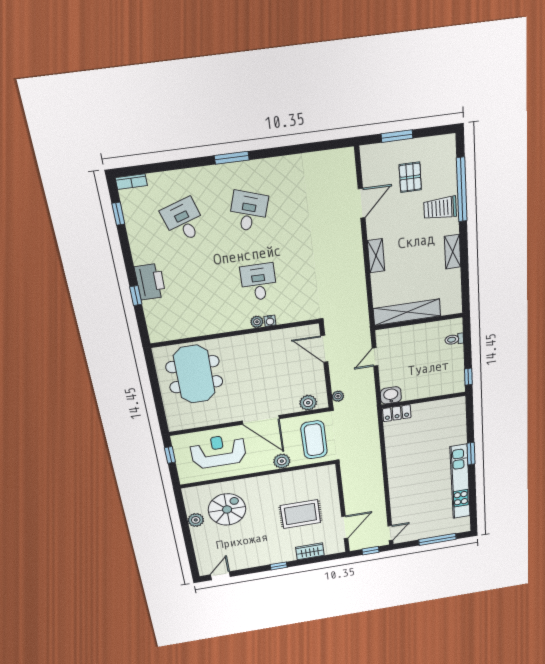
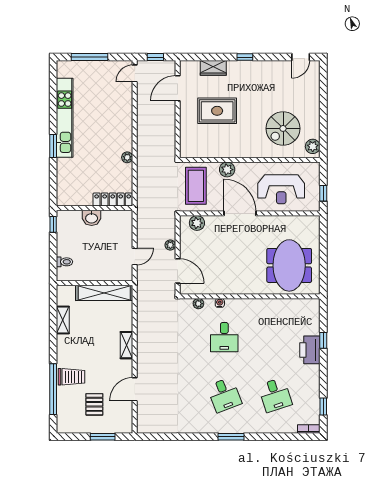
desk: (248, 211) -> (224, 395), turned -39
shelving: (453, 252) -> (63, 320), moved
plant: (257, 322) -> (198, 304), moved
washbasin: (391, 395) -> (92, 218), moved
plant: (338, 396) -> (170, 245), moved
locker: (397, 413) -> (113, 199), width x1.53
plant: (392, 456) -> (127, 157), added
plant: (196, 520) -> (313, 146), moved

